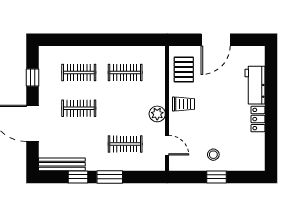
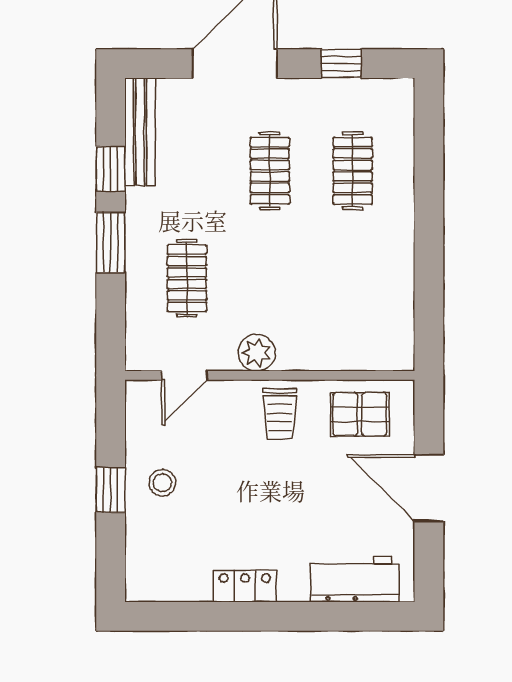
clothes rail: (125, 73) -> (353, 278), removed
workbench: (255, 85) -> (355, 579), moved

